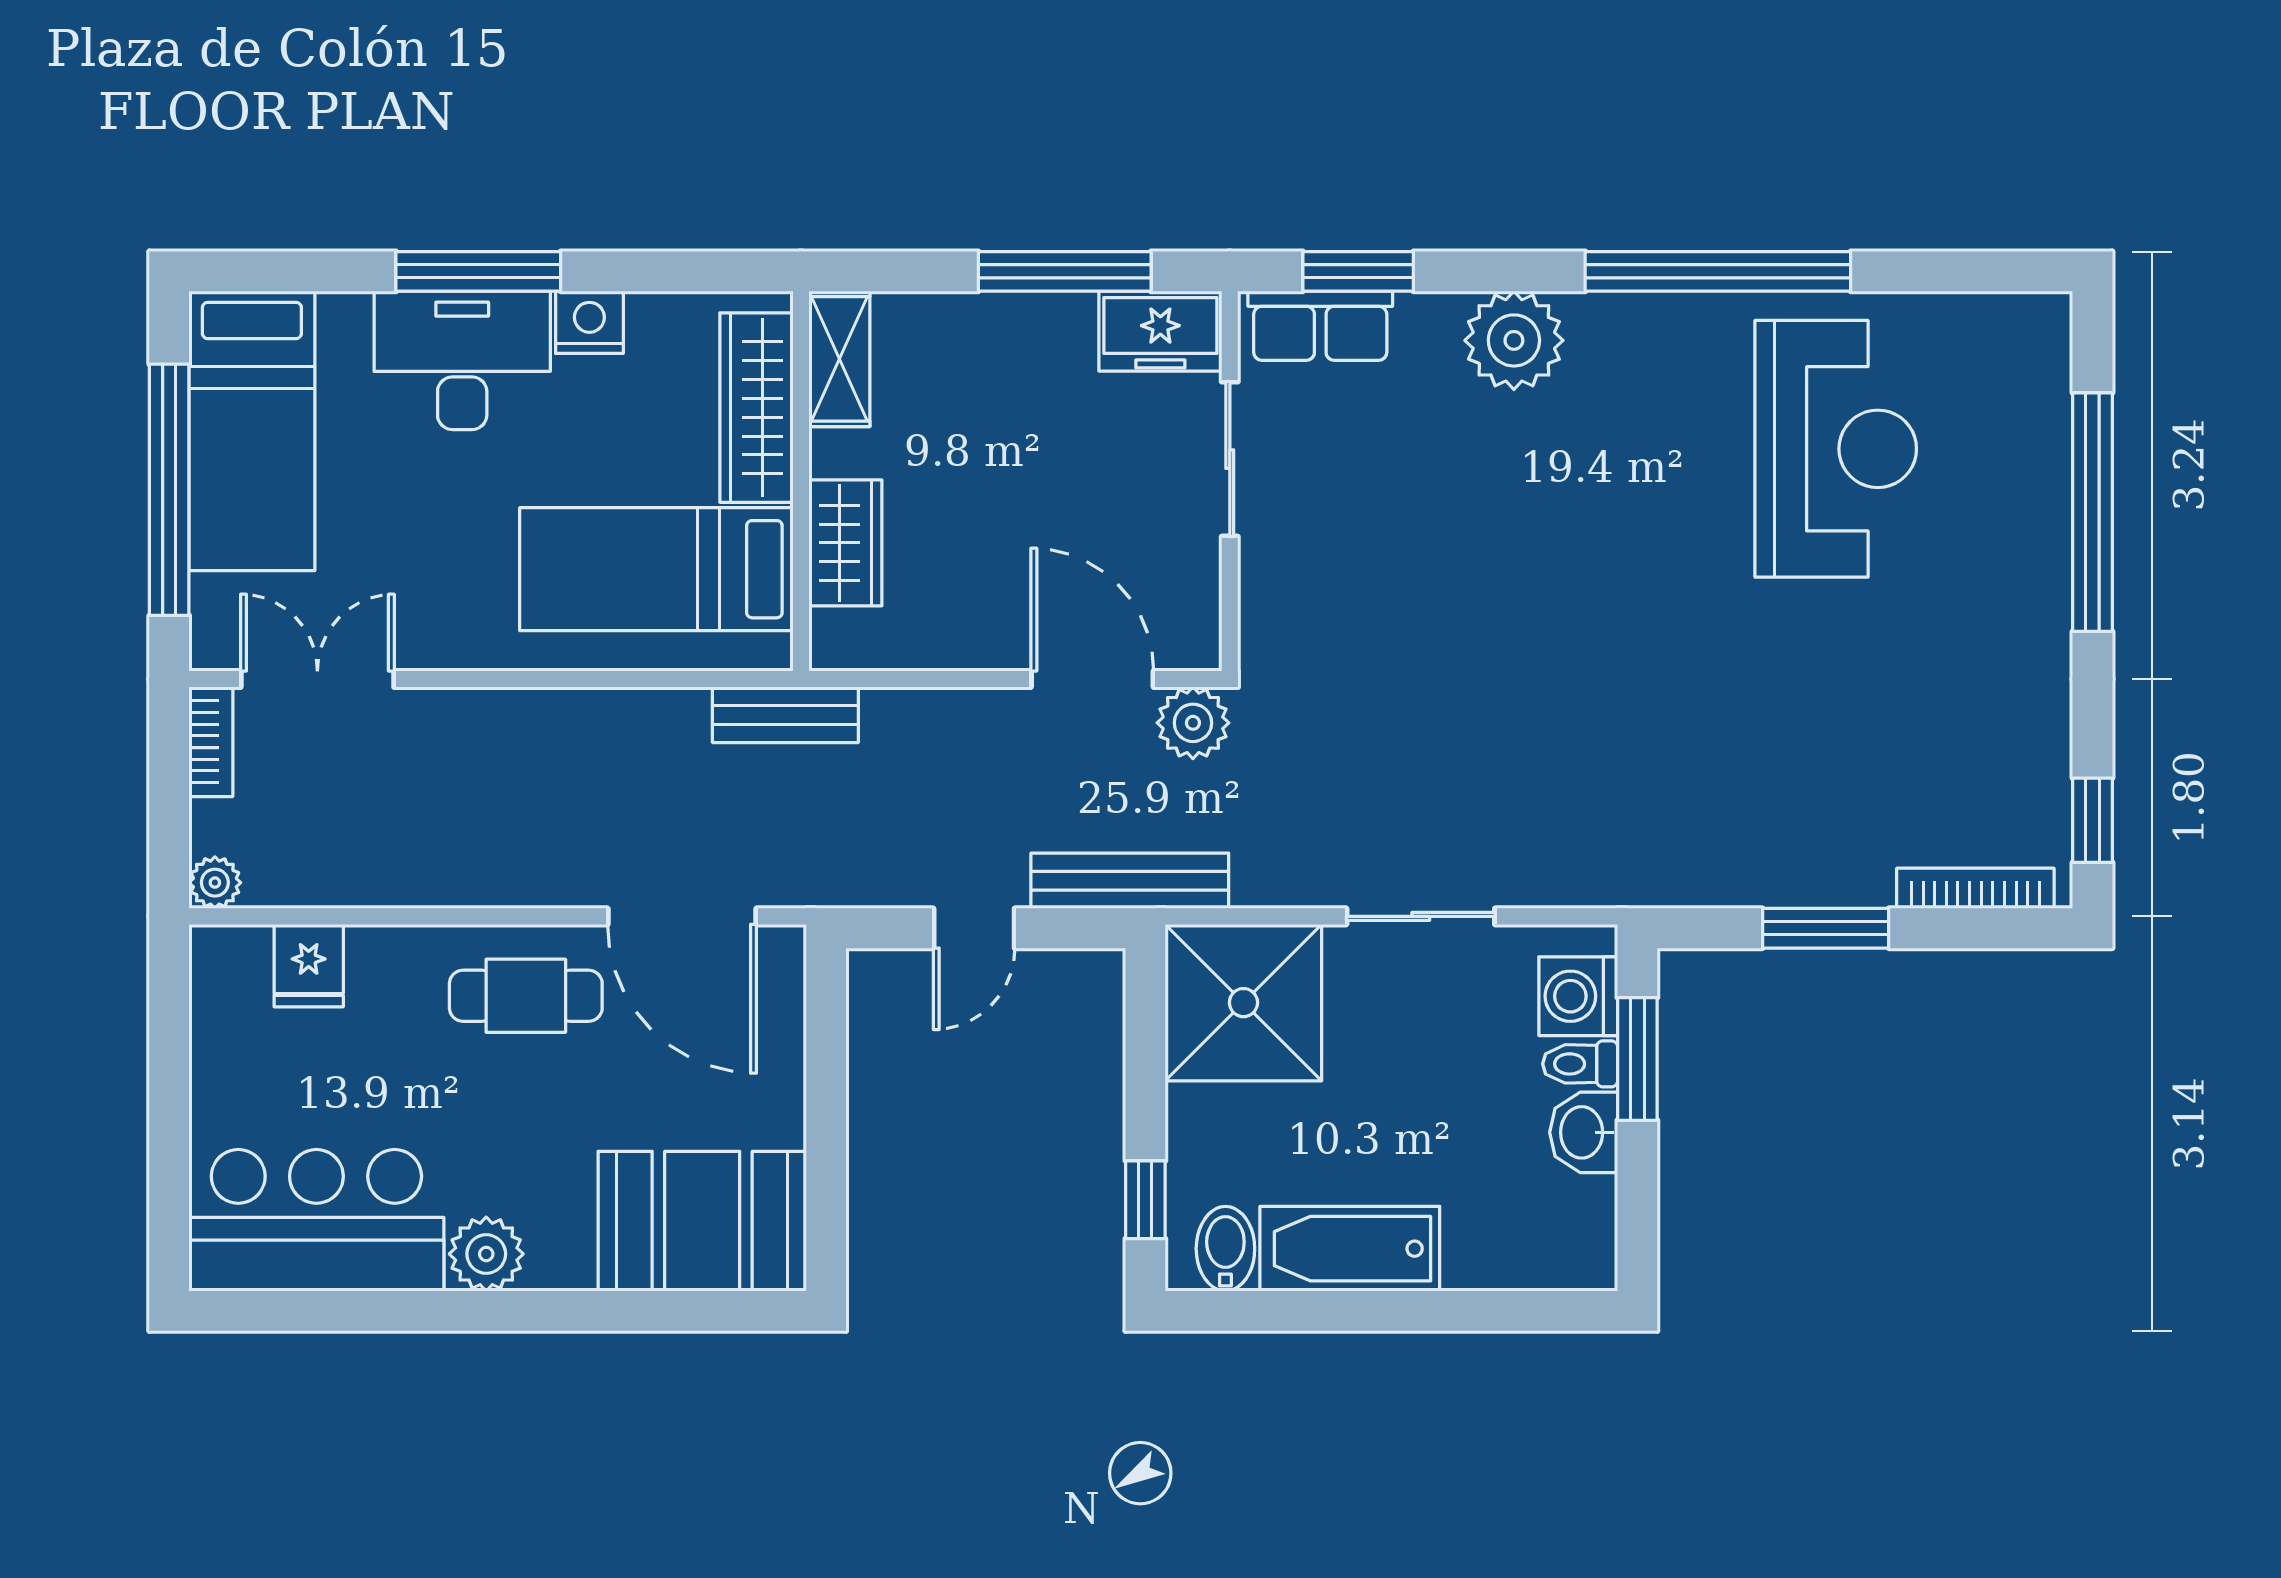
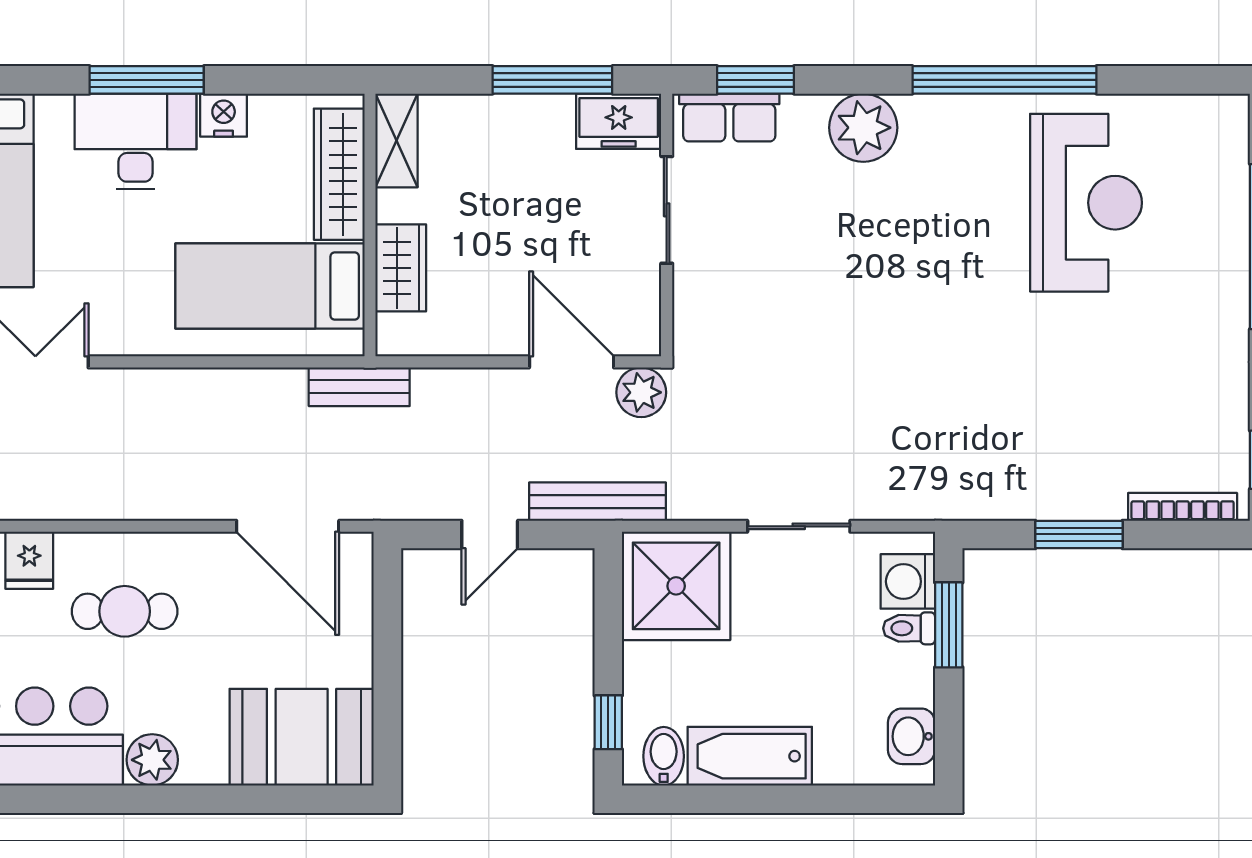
cafe table: (526, 996) -> (125, 611), moved
washbasin: (1584, 1132) -> (912, 736), moved

